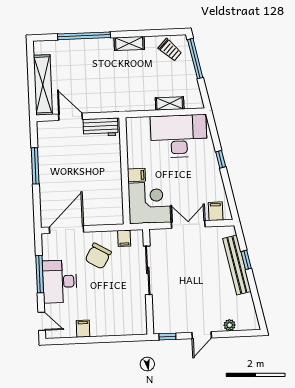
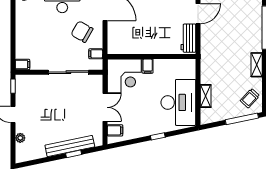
filing cabinet: (83, 329) -> (22, 64), moved

